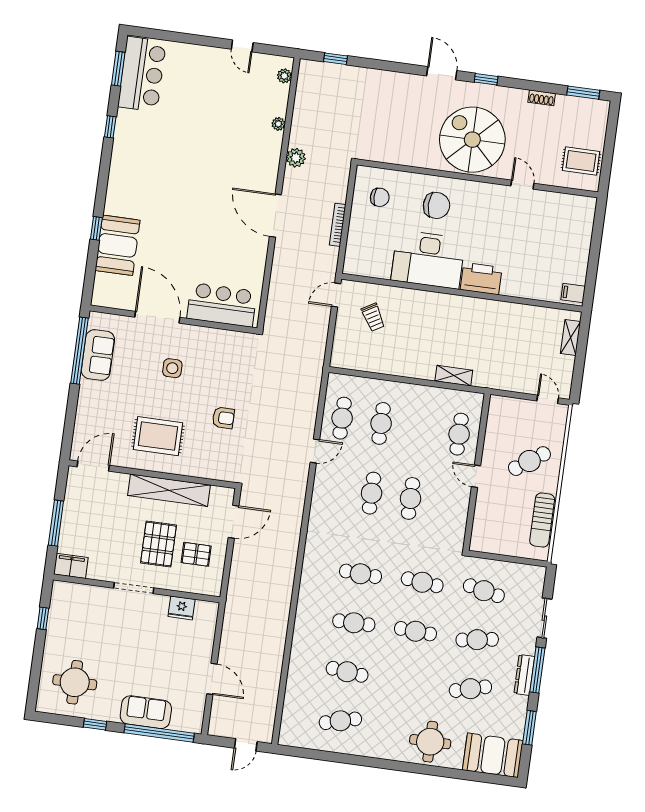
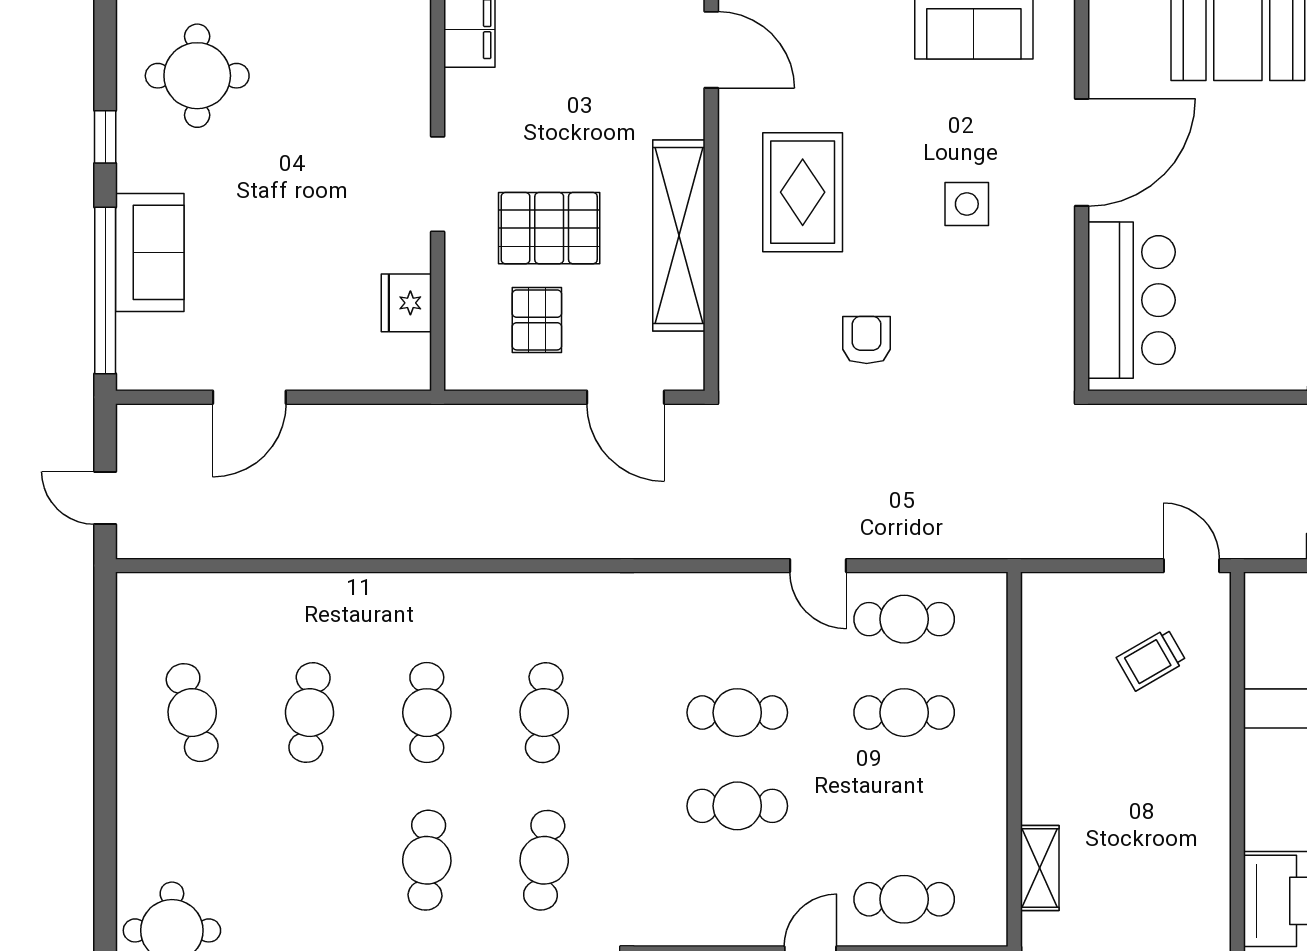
armchair: (223, 418) -> (867, 340), turned 180

